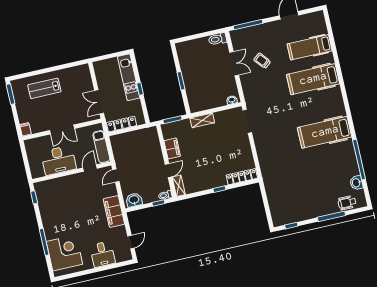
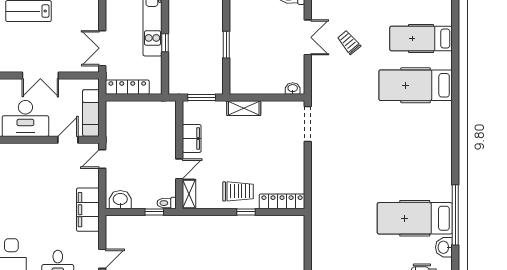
hospital bed: (325, 132) -> (415, 218), moved
trolley: (211, 177) -> (238, 191), added

